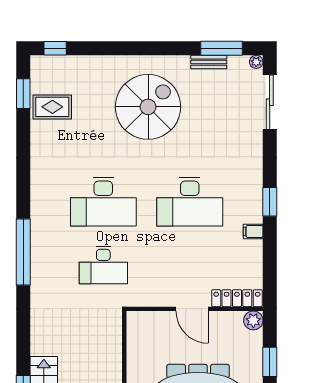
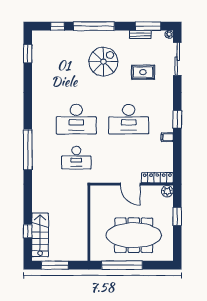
window: (55, 48) -> (58, 26), moved
window: (132, 48) -> (94, 26), added
rug: (52, 107) -> (143, 72), moved
spiral stairs: (148, 107) -> (103, 62), width x0.73, depth x0.73

